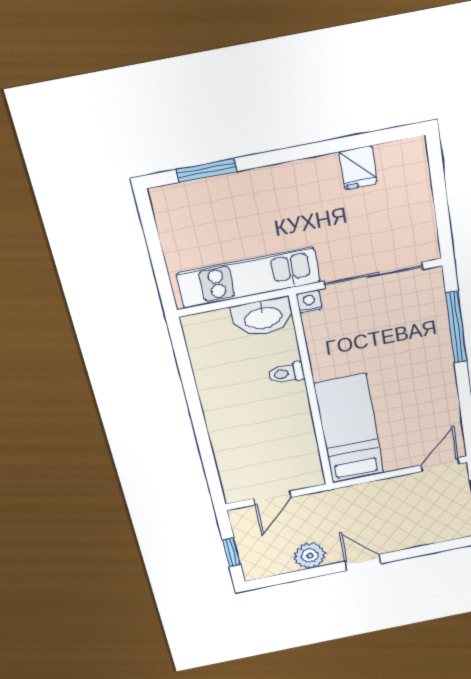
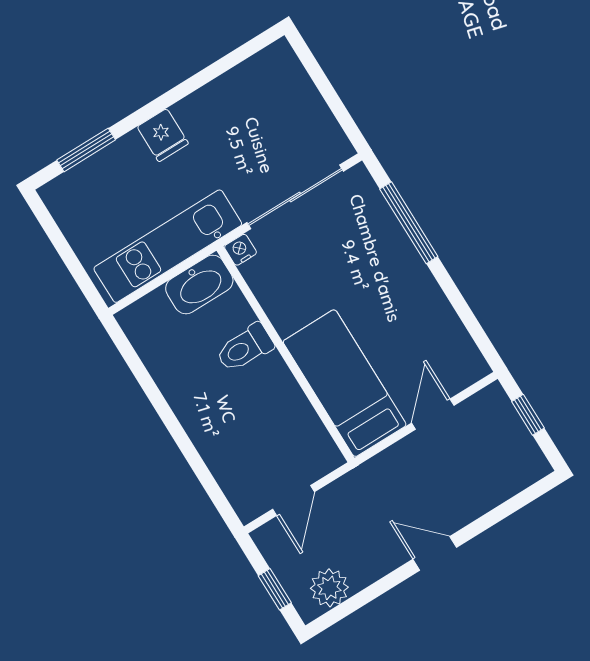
fridge: (358, 168) -> (163, 135), moved
toilet: (286, 373) -> (245, 348), width x1.37, depth x1.39
door: (440, 465) -> (433, 414), moved
plant: (310, 556) -> (329, 588), moved

